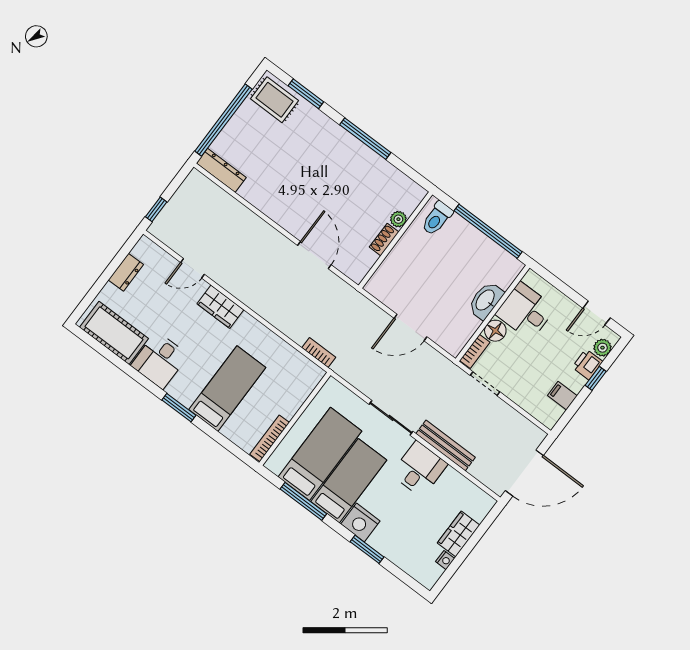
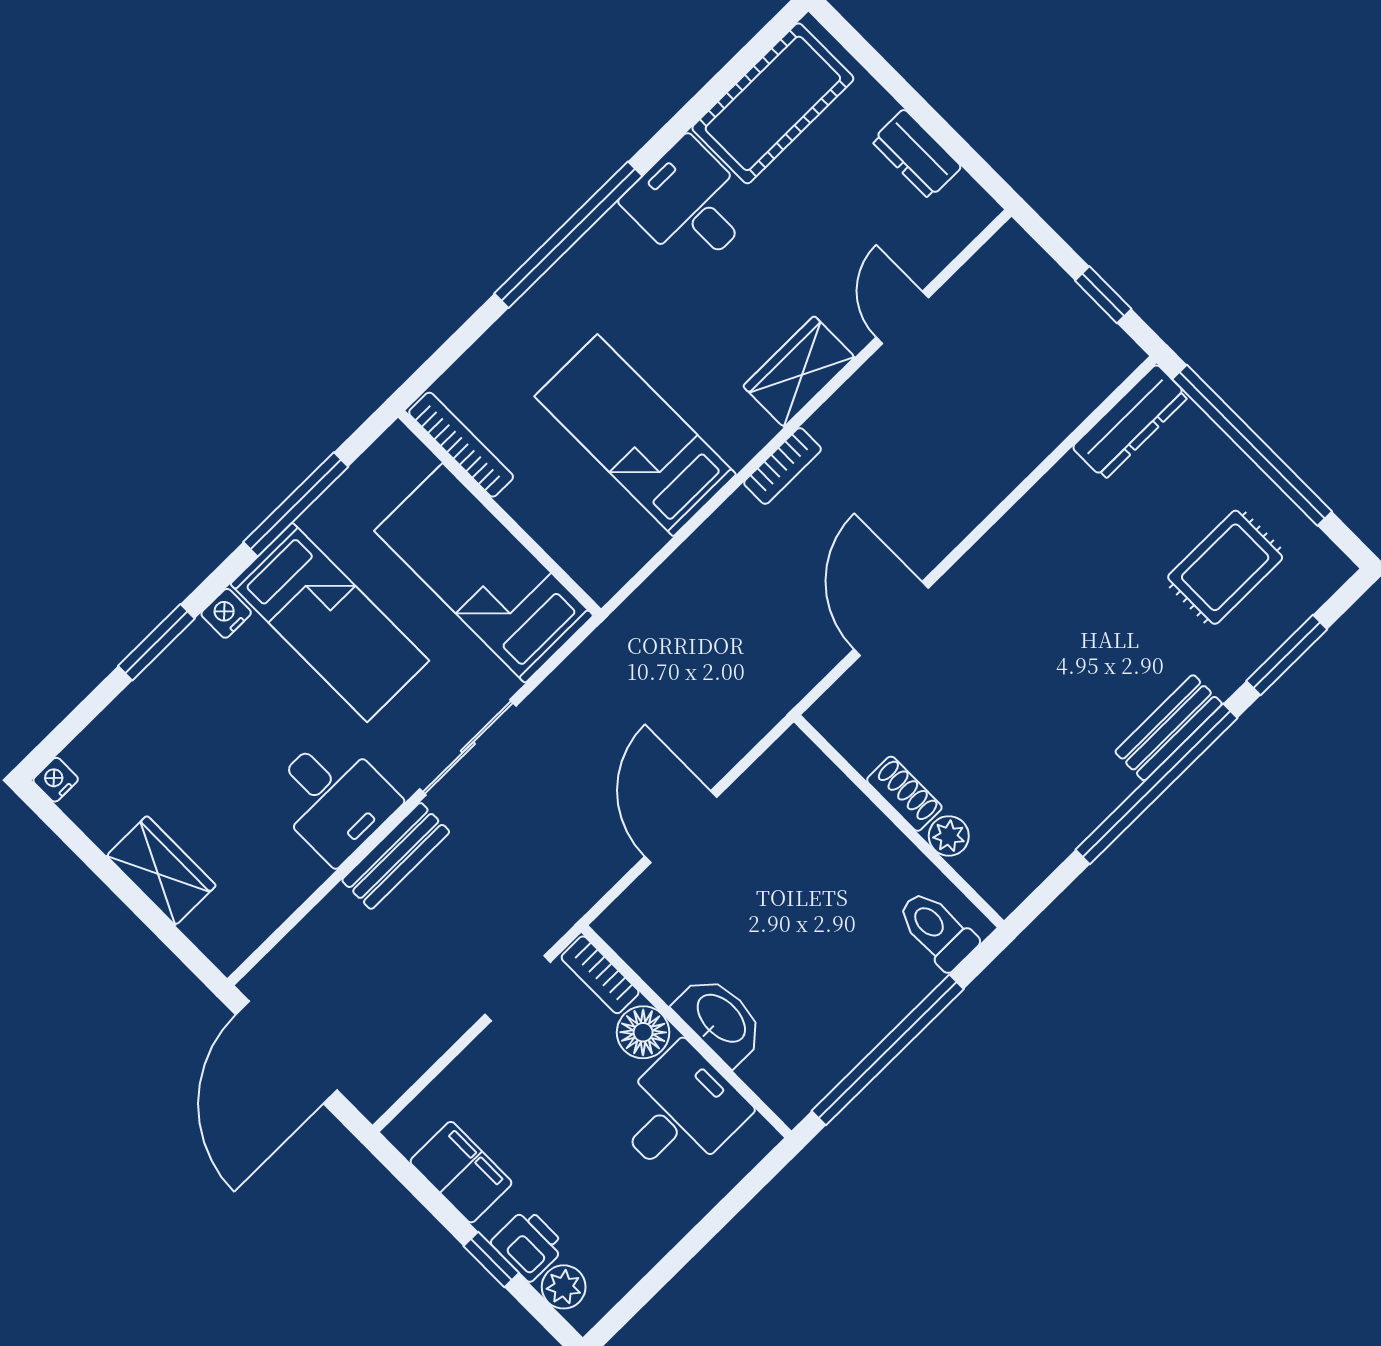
rug: (275, 100) -> (1225, 567), moved
bench: (342, 137) -> (1169, 728), added
window: (365, 139) -> (1156, 784), width x1.46
window: (156, 209) -> (1103, 295), moved
door: (314, 255) -> (891, 619), swing flipped
door: (597, 313) -> (650, 1285), removed
bookcase: (319, 353) -> (783, 466), moved
bed: (227, 389) -> (635, 435), moved, turned 180
filing cabinet: (562, 396) -> (461, 1172), width x2.00
window: (179, 408) -> (568, 235), width x2.11
bench: (446, 445) -> (396, 856), width x0.73
bed: (320, 454) -> (484, 573), moved, turned 180
nightstand: (360, 522) -> (226, 613), width x0.53, depth x0.56
nightstand: (445, 560) -> (56, 780), moved, turned 90

